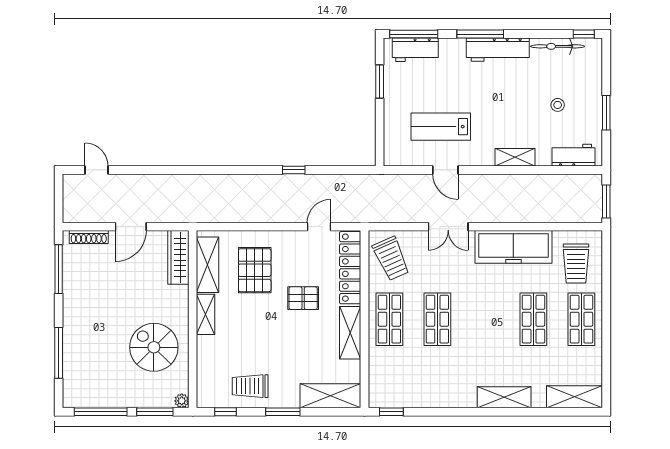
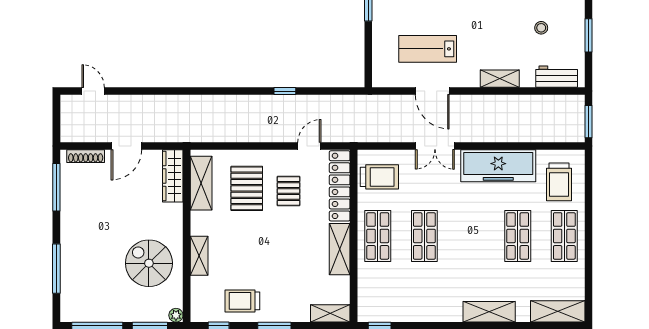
door: (445, 170) -> (432, 91), width x1.37
trolley: (391, 258) -> (379, 177), turned -66
pallet: (303, 298) -> (289, 191), moved, turned 90
shelving: (206, 314) -> (199, 256), moved
shelving: (330, 396) -> (330, 313), width x0.67, depth x0.75

